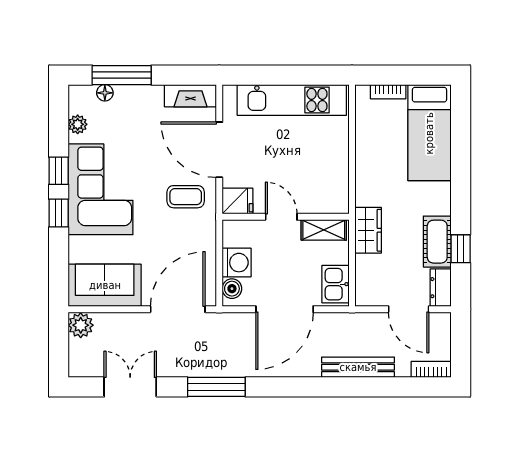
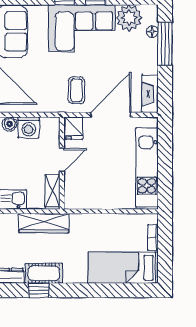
plant: (78, 124) -> (129, 18), width x1.88, depth x1.88
wardrobe: (368, 230) -> (44, 223), width x1.50

